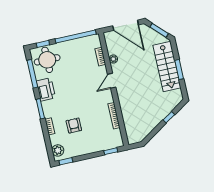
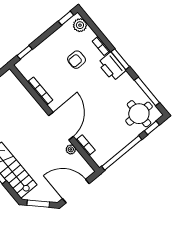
door: (112, 81) -> (61, 126), width x1.87
printer: (46, 89) -> (112, 67), moved
armchair: (74, 125) -> (77, 60), turned 90

